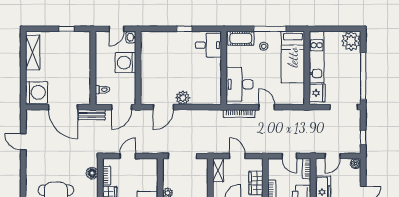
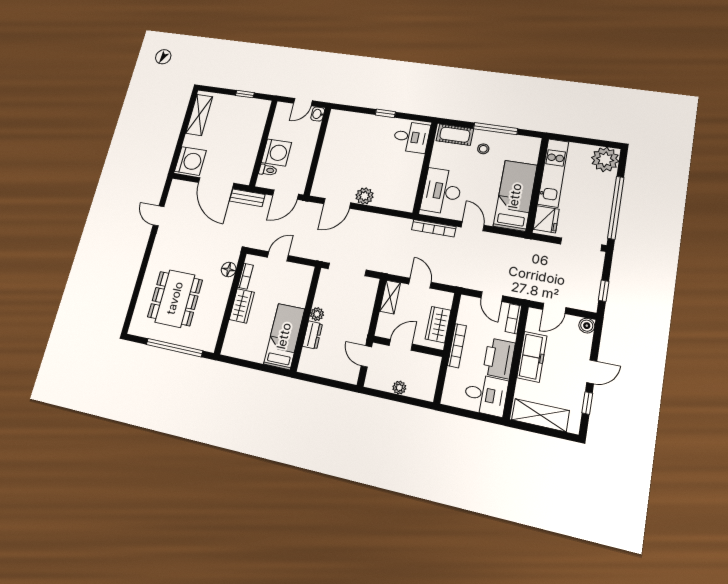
bed: (293, 57) -> (515, 196), moved, turned 180
washing machine: (126, 63) -> (276, 152), moved, turned 180

